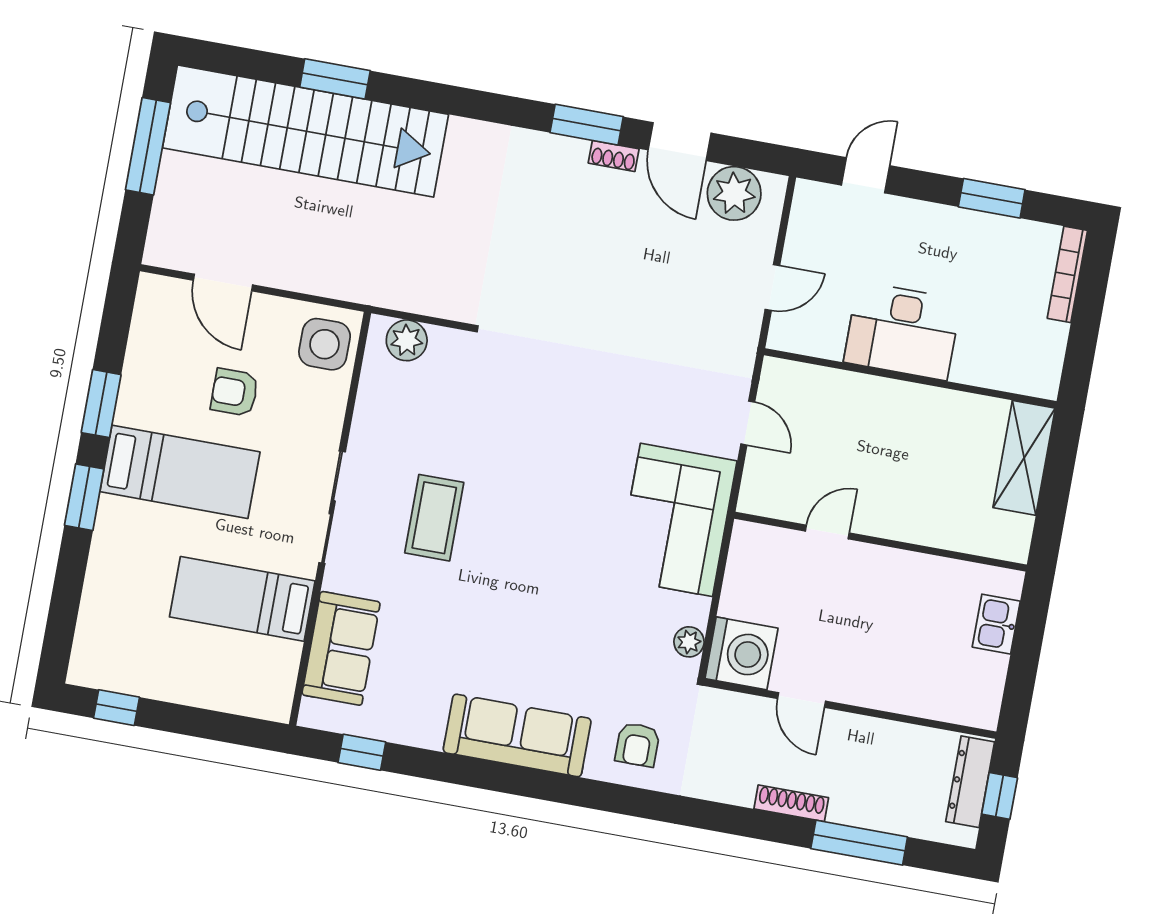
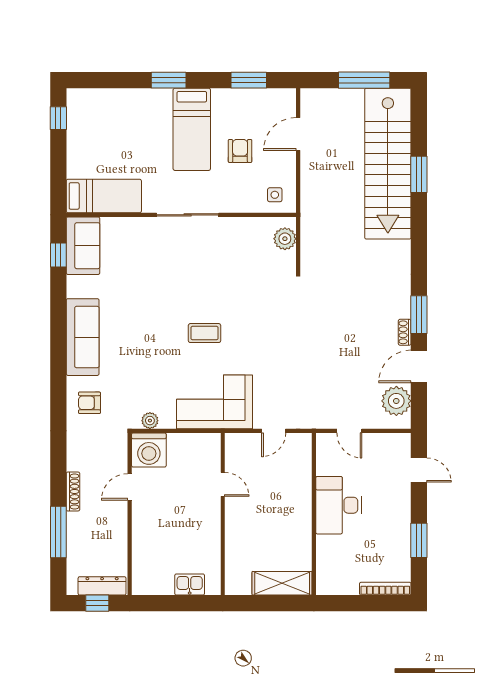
side table: (325, 344) -> (275, 195), width x0.54, depth x0.54
window: (101, 404) -> (249, 80), moved
coffee table: (434, 518) -> (205, 333), moved, width x0.73, depth x0.77
bed: (242, 599) -> (104, 196), moved, turned 90
sofa: (341, 648) -> (83, 246), moved, turned -90

